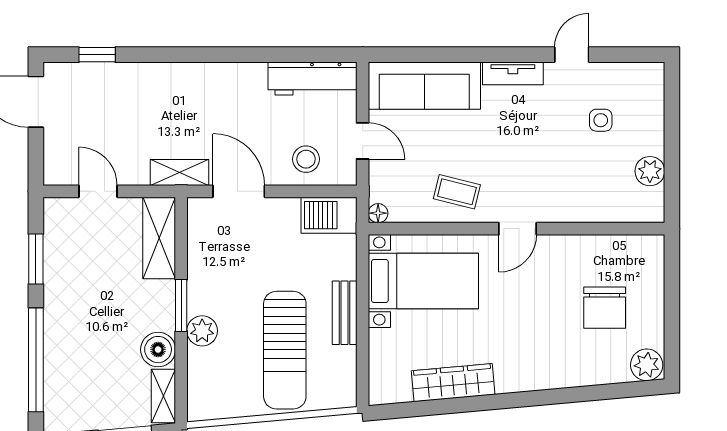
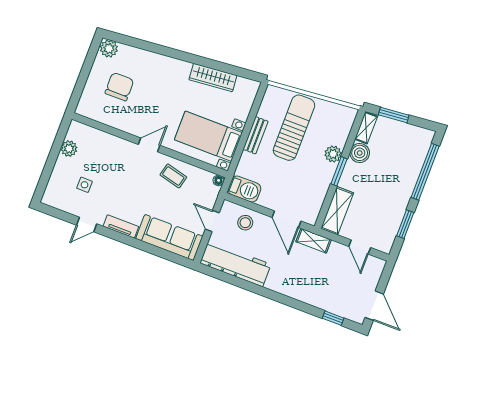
workbench: (312, 78) -> (235, 264), width x1.36, depth x1.32

